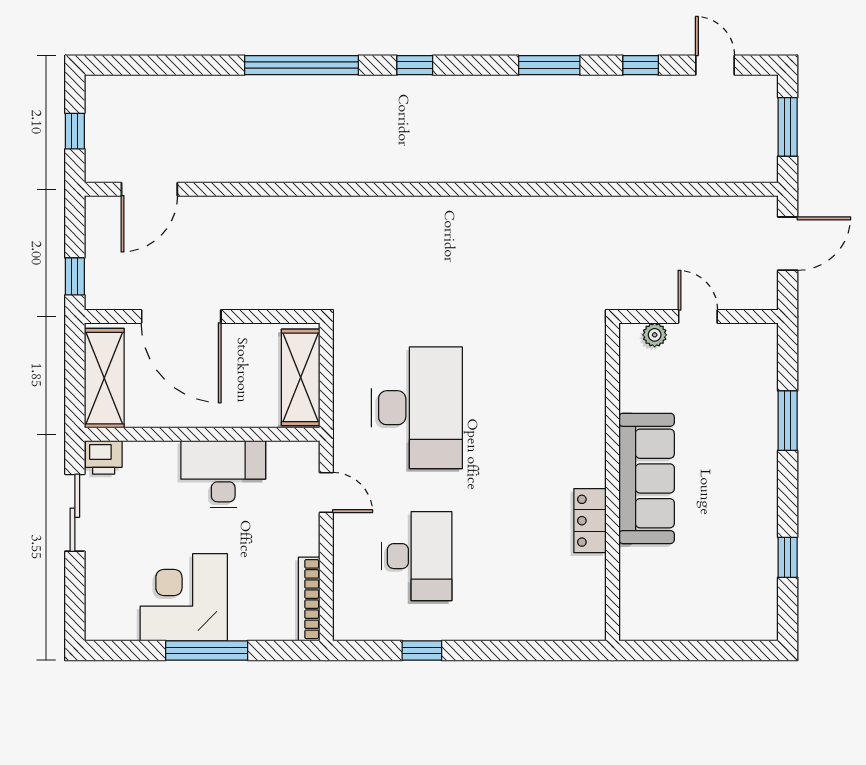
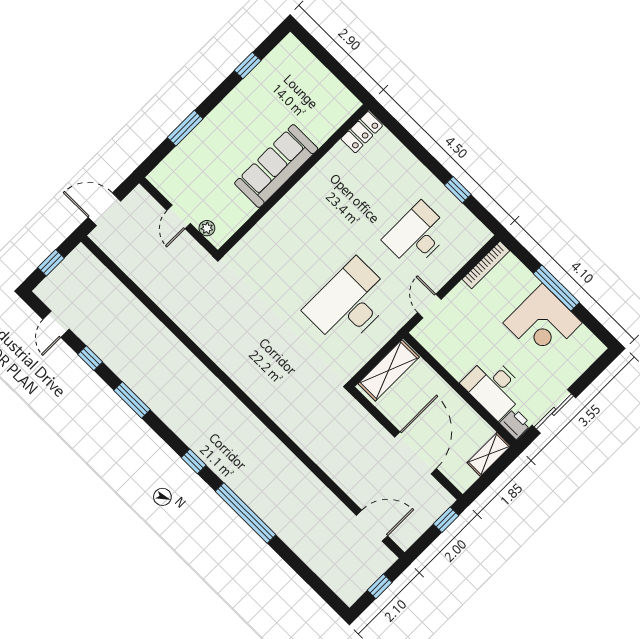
window: (788, 127) -> (51, 263), width x0.67
shelving: (104, 378) -> (489, 454), width x0.67, depth x0.75
desk: (223, 474) -> (494, 387), moved
locker: (590, 521) -> (362, 132), moved

